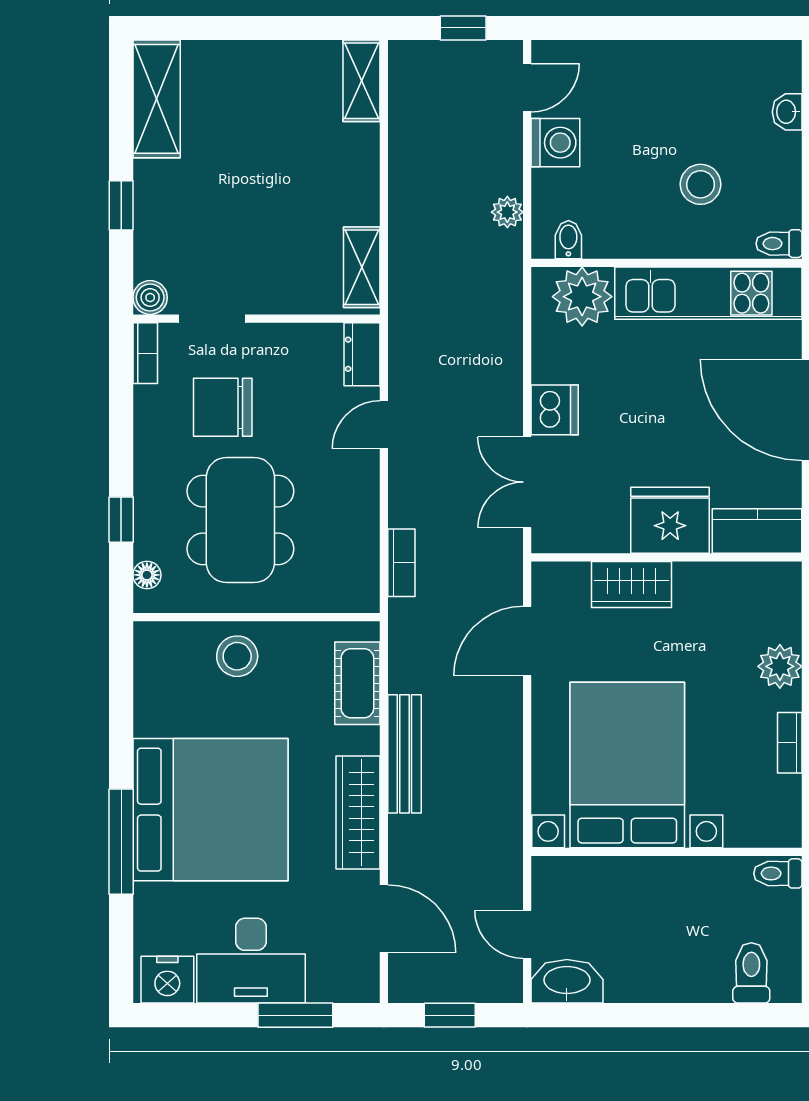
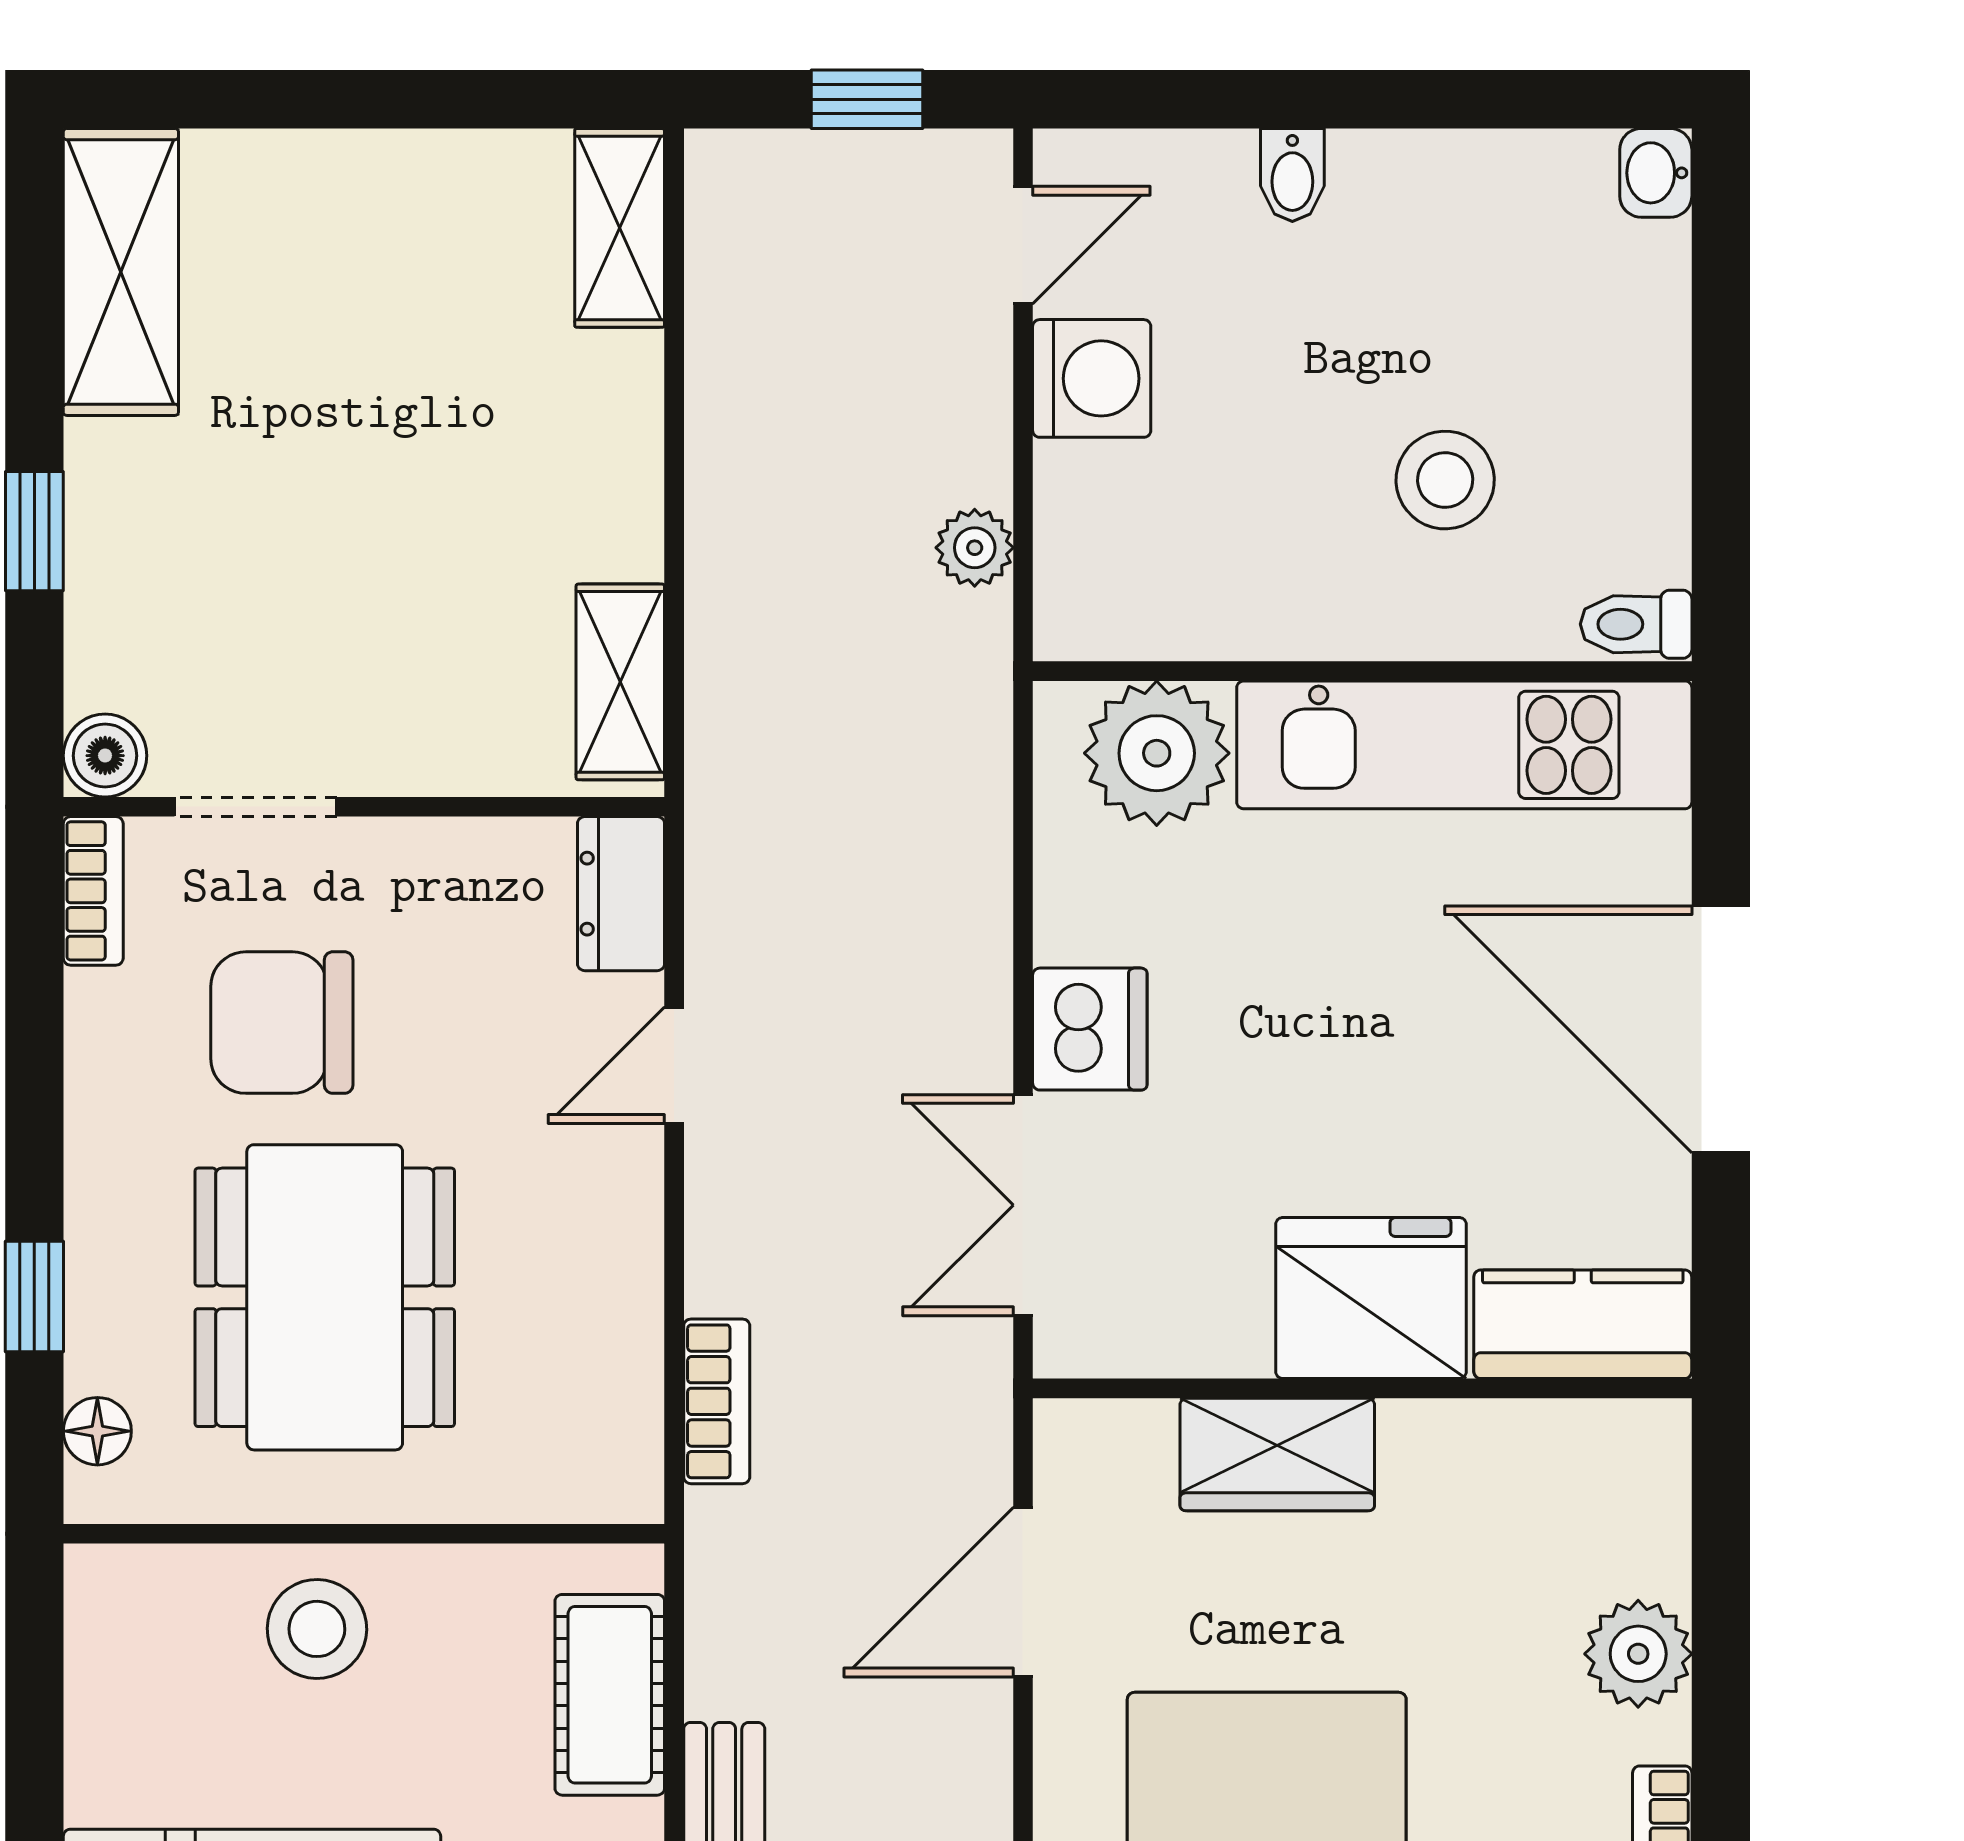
washbasin: (787, 112) -> (1656, 173), moved
bidet: (568, 240) -> (1292, 175), moved, turned 180

